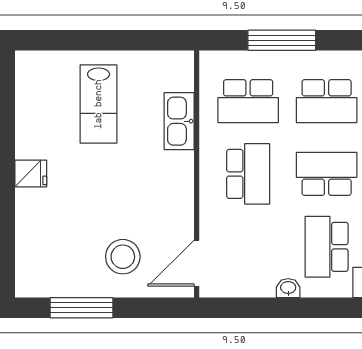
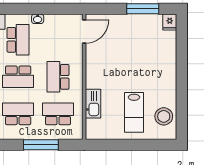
lab bench: (99, 104) -> (134, 112), turned 180
fridge: (31, 173) -> (170, 22), moved, turned -90
stool: (123, 257) -> (164, 116), moved

